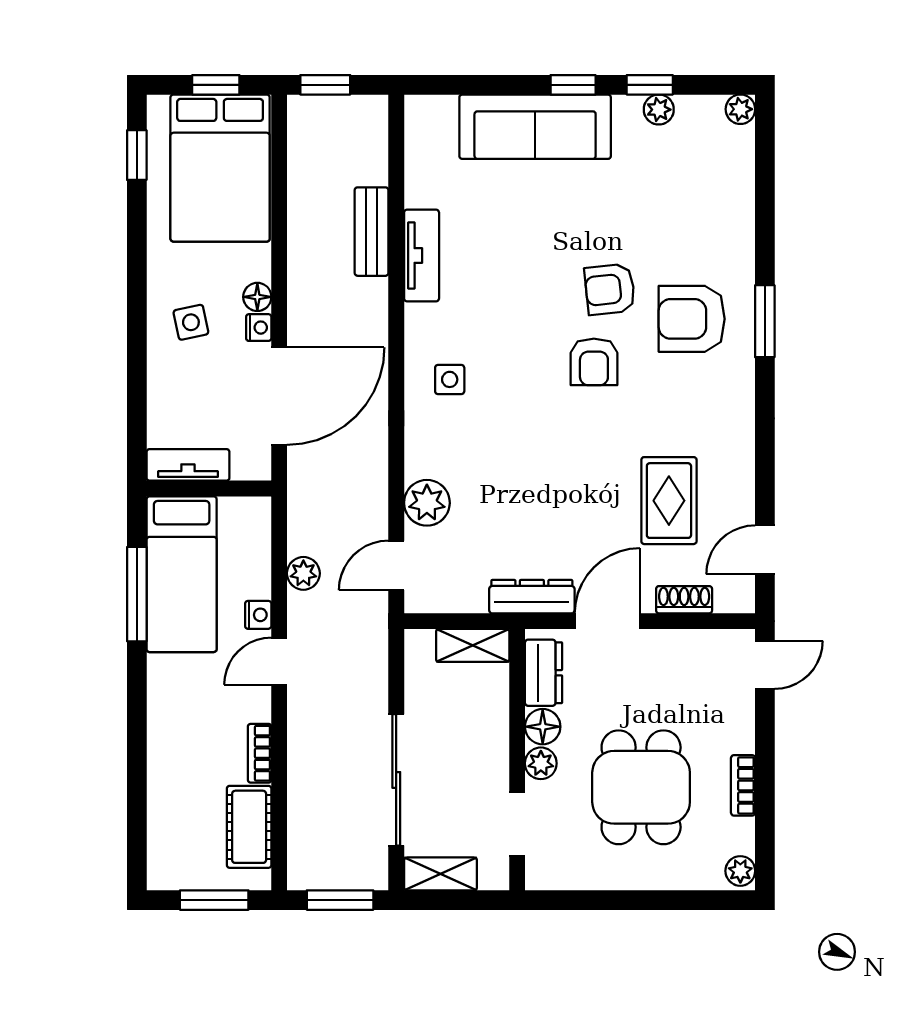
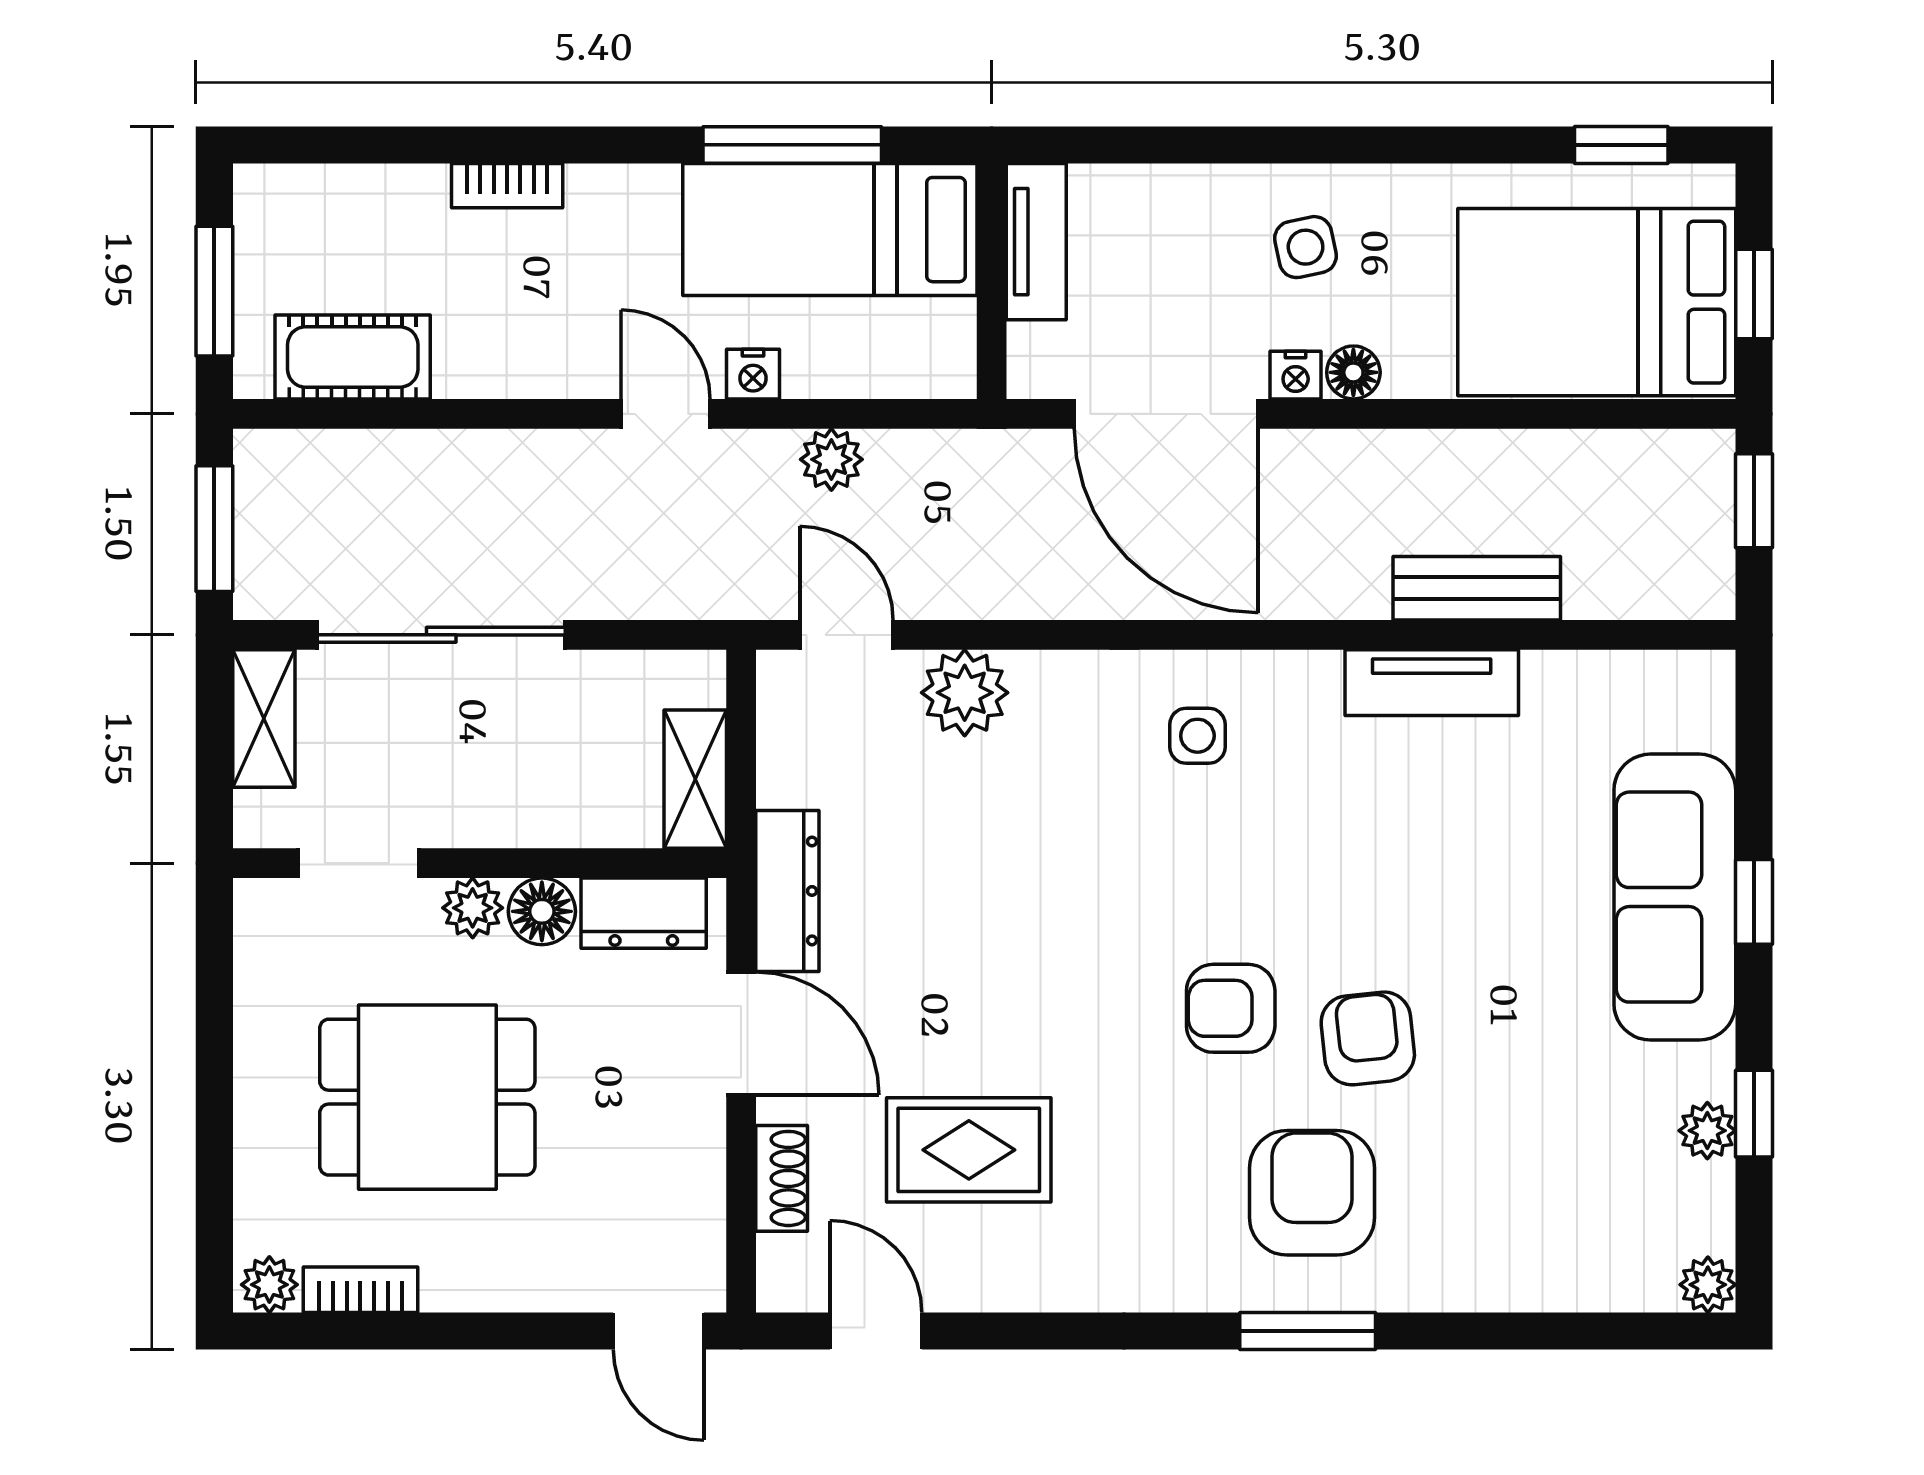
window: (573, 85) -> (1754, 902), moved
bookcase: (260, 753) -> (507, 186), moved, turned 180
bookcase: (743, 785) -> (360, 1290), moved

